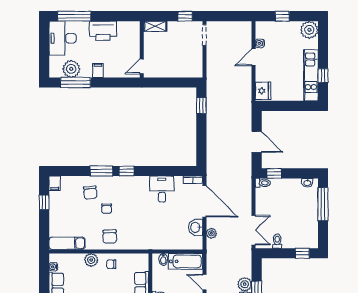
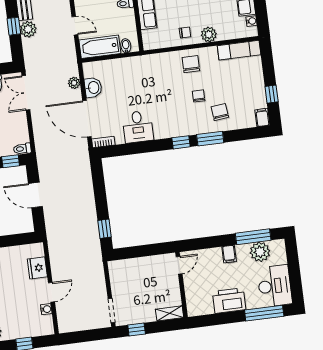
fridge: (263, 91) -> (37, 268), moved

